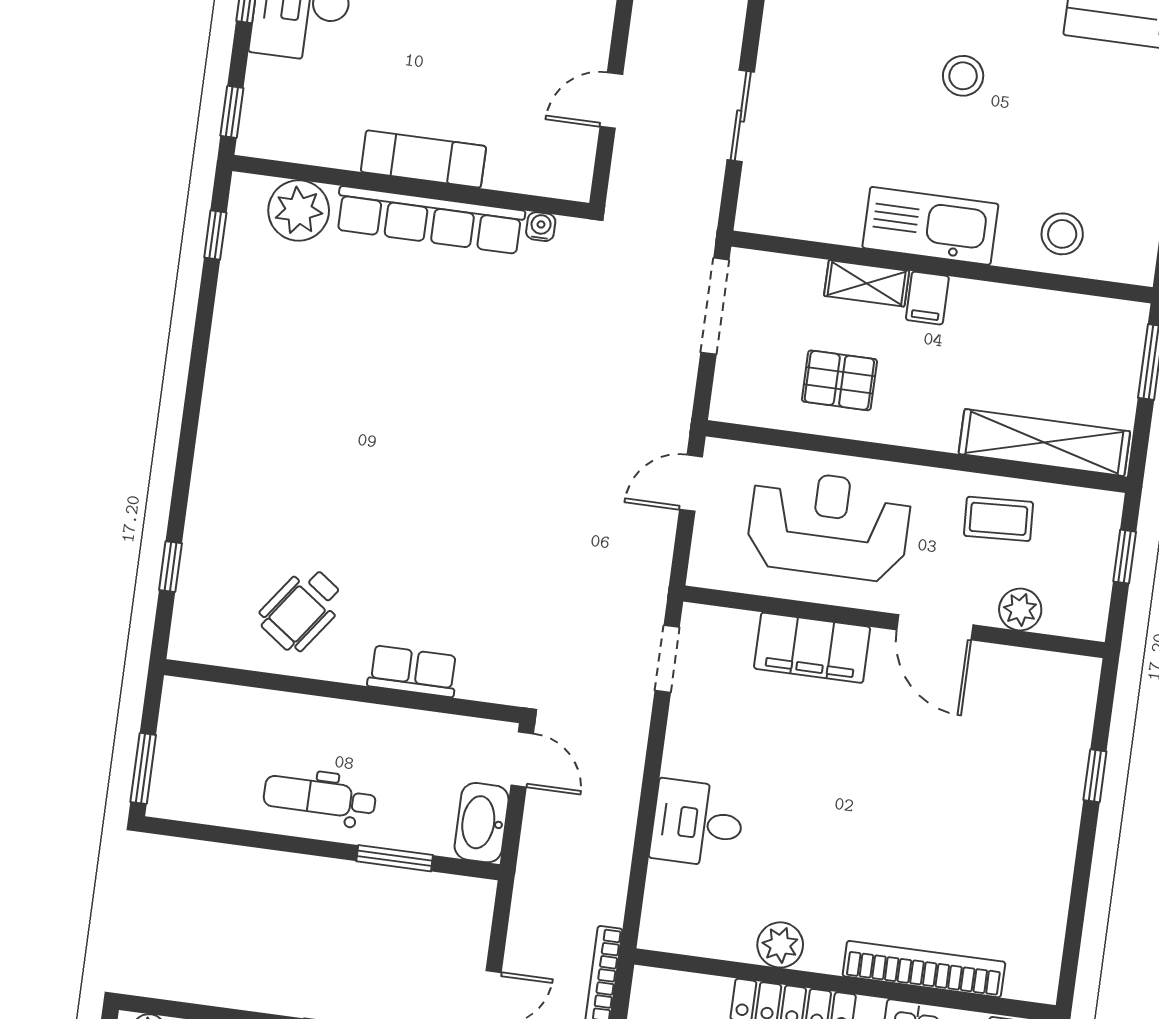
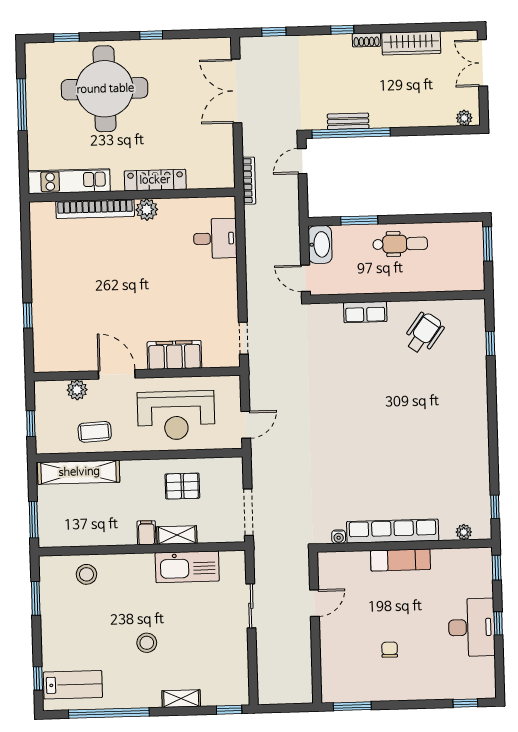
plant: (299, 211) -> (464, 532), width x0.53, depth x0.53
kitchen sink: (930, 226) -> (187, 567), moved
desk: (697, 823) -> (215, 238), moved
plant: (780, 945) -> (147, 210), moved

